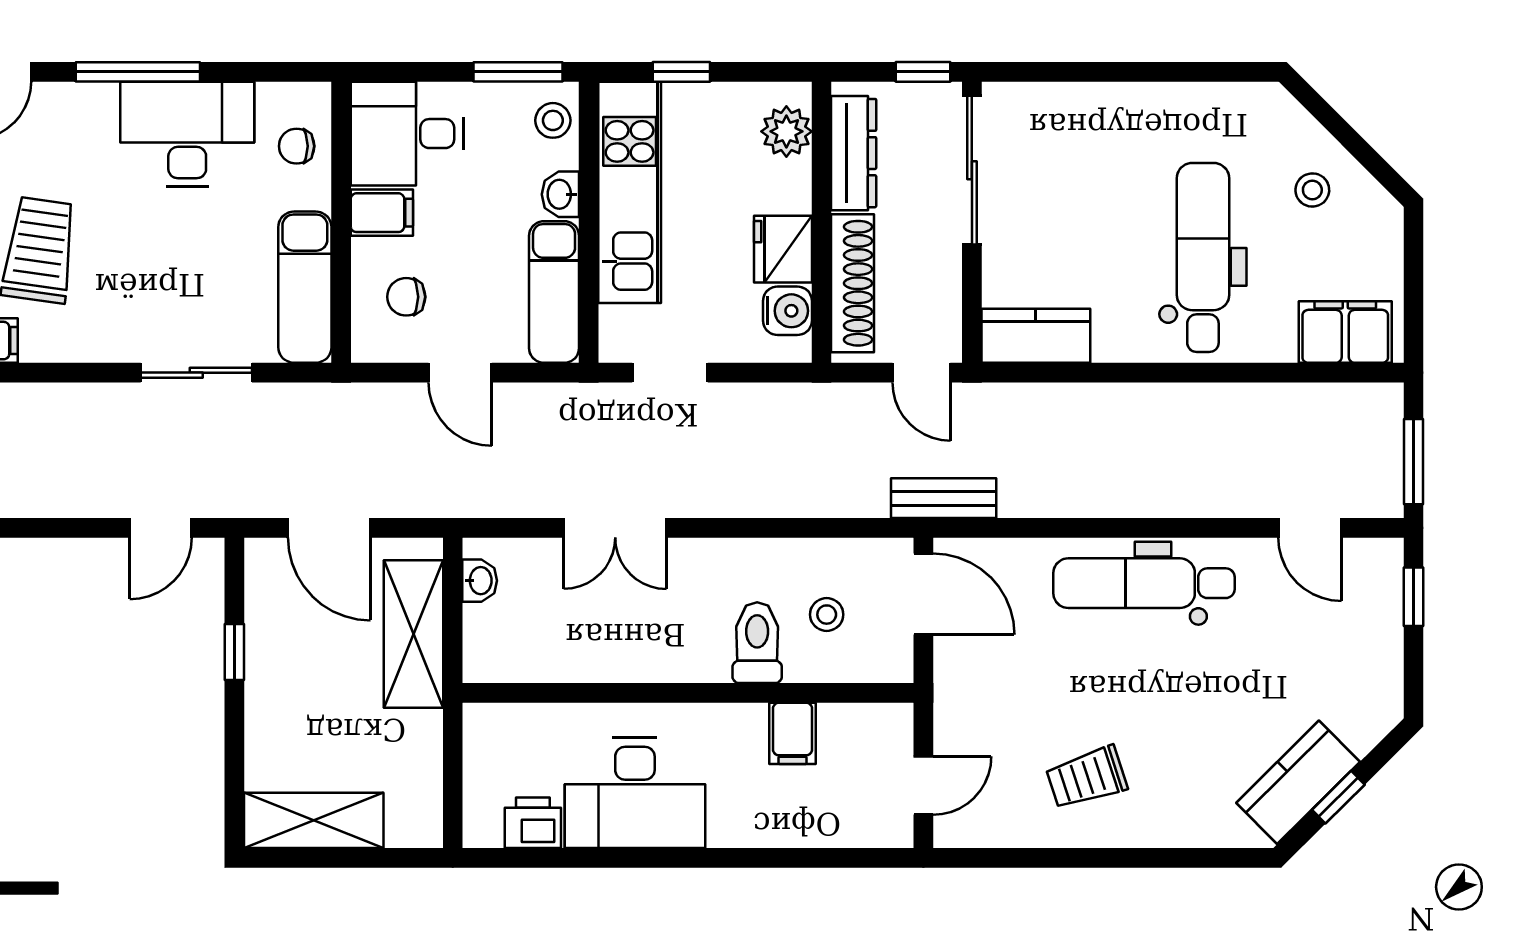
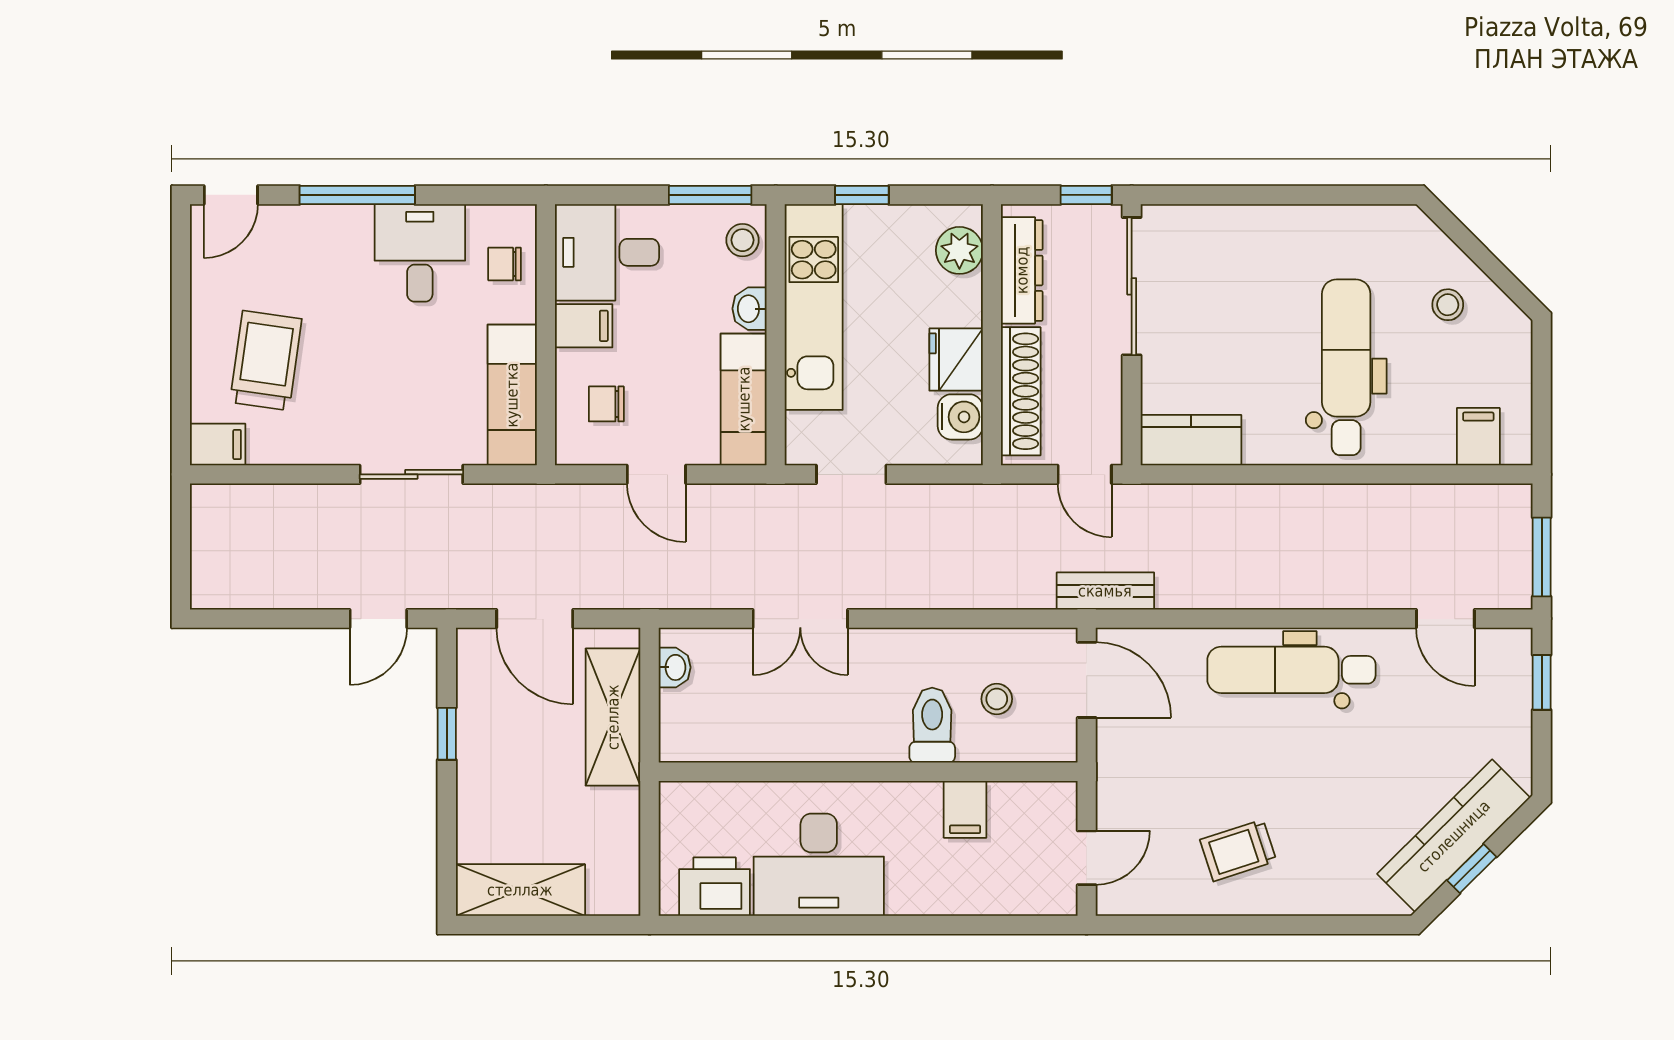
desk: (187, 134) -> (420, 253), width x0.73
filing cabinet: (1345, 332) -> (1478, 437), width x0.50
kitchen counter: (1298, 782) -> (1454, 836), width x1.50
printer: (533, 823) -> (715, 887), width x1.36, depth x1.24

